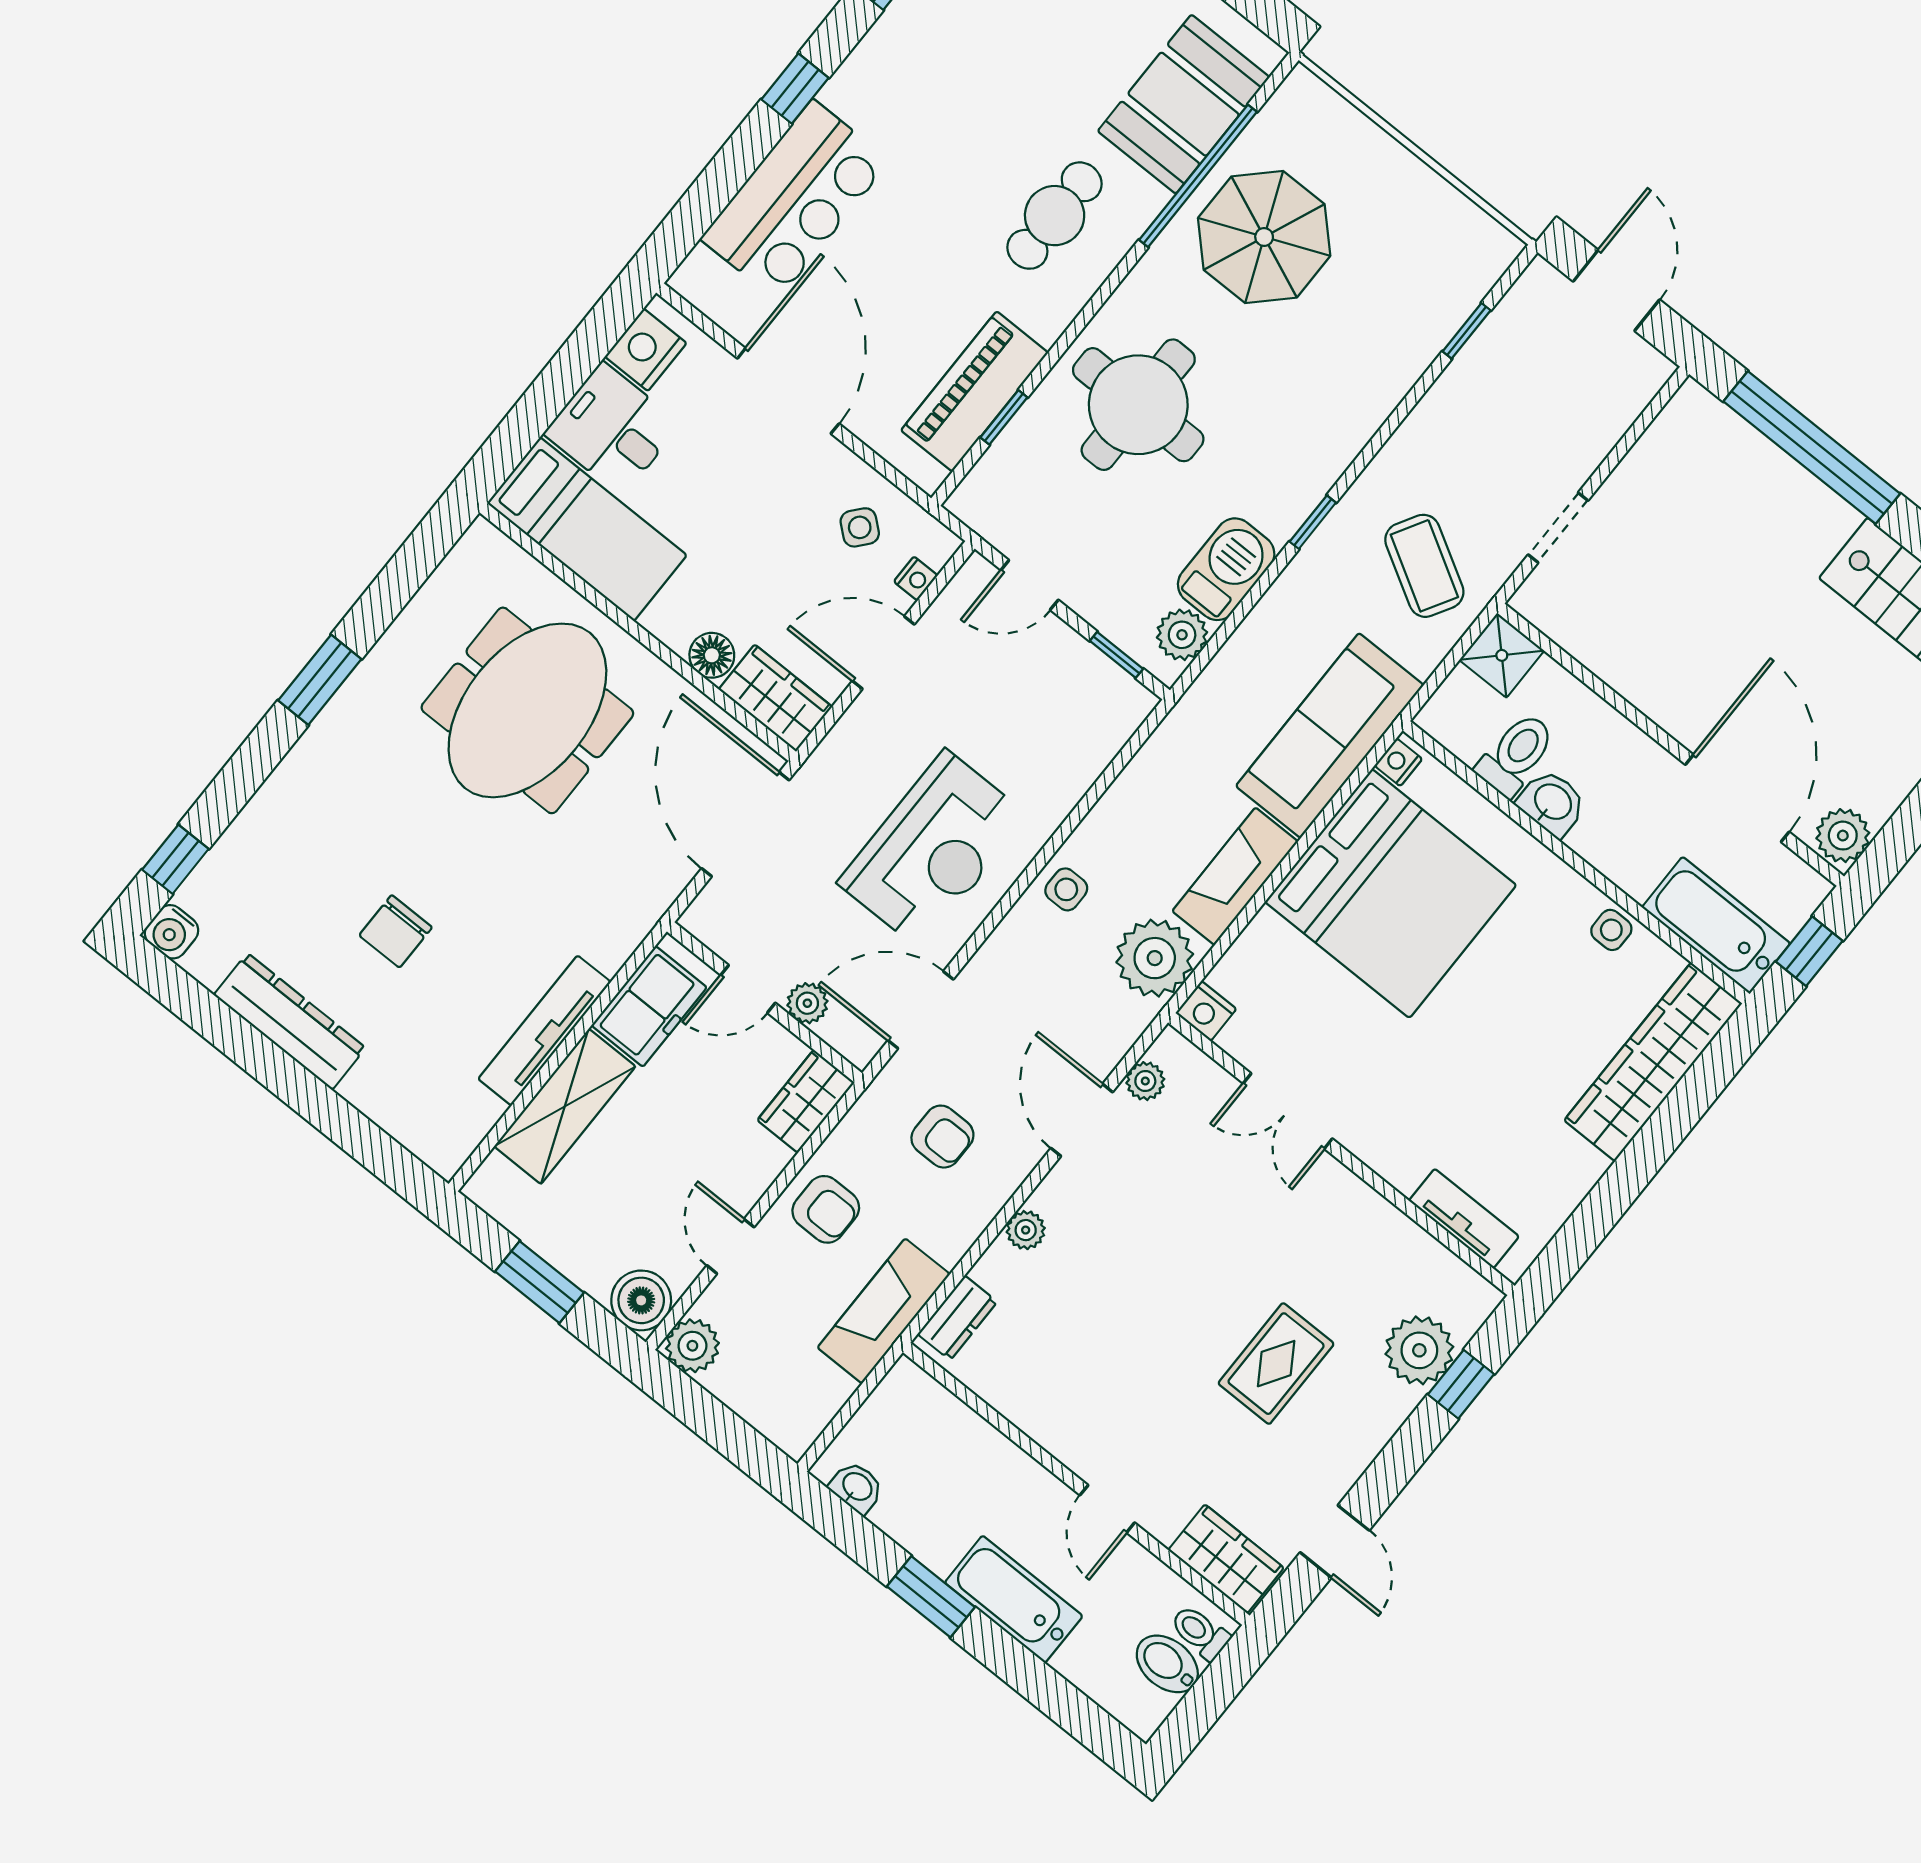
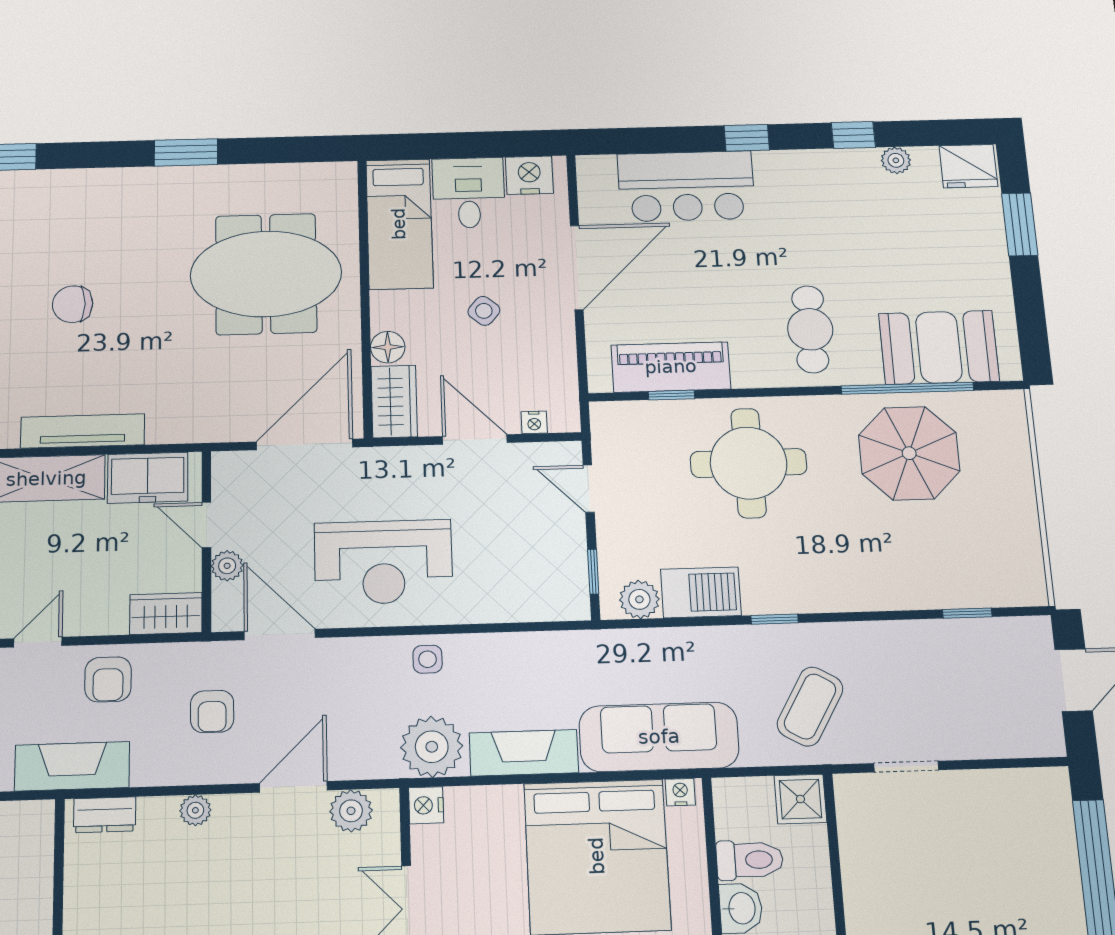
cafe table: (1055, 216) -> (810, 329), turned 90
side table: (860, 527) -> (484, 311), moved
plant: (1145, 1081) -> (351, 811), width x1.38, depth x1.38

